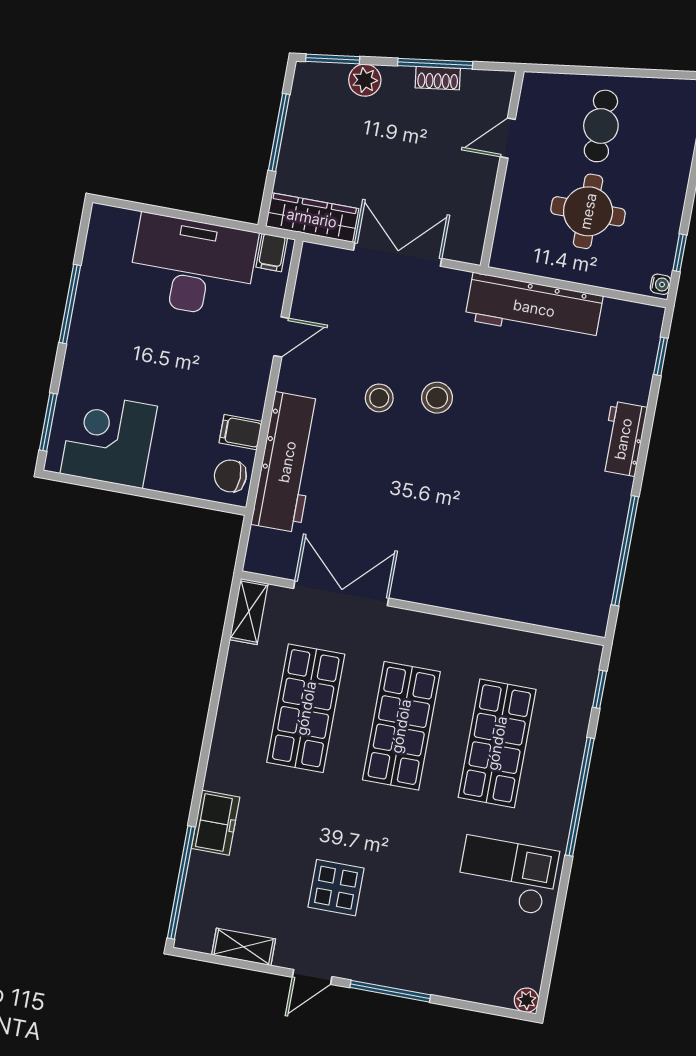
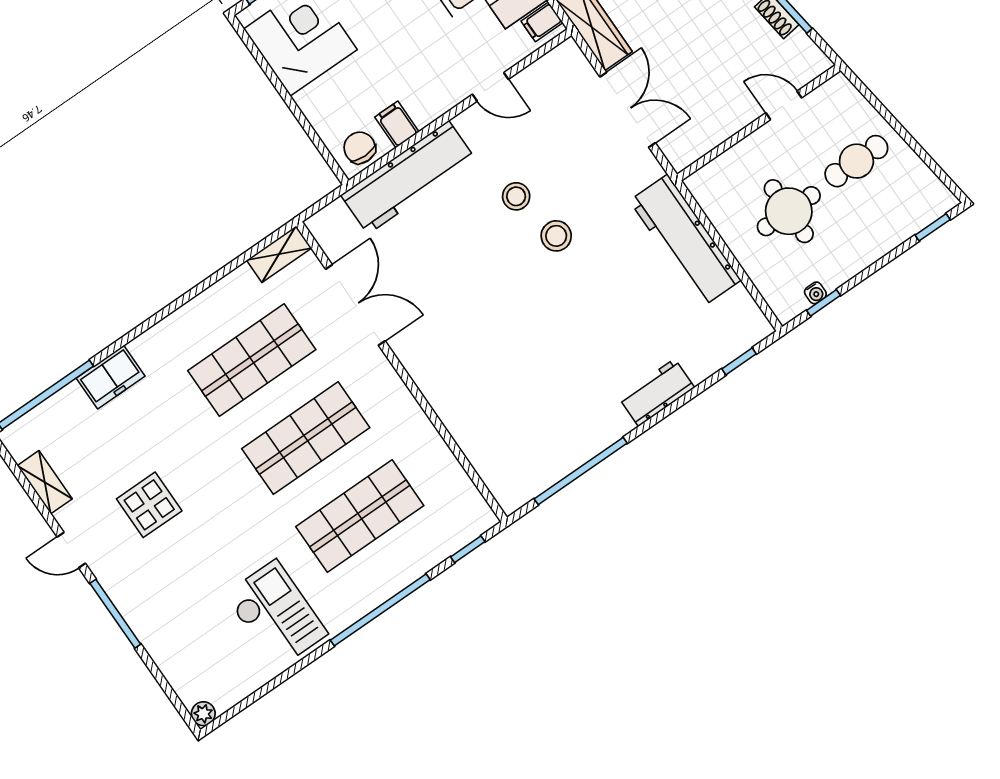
water cooler: (661, 284) -> (815, 293), moved

